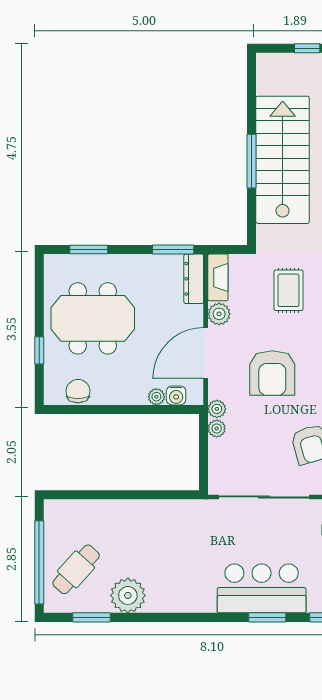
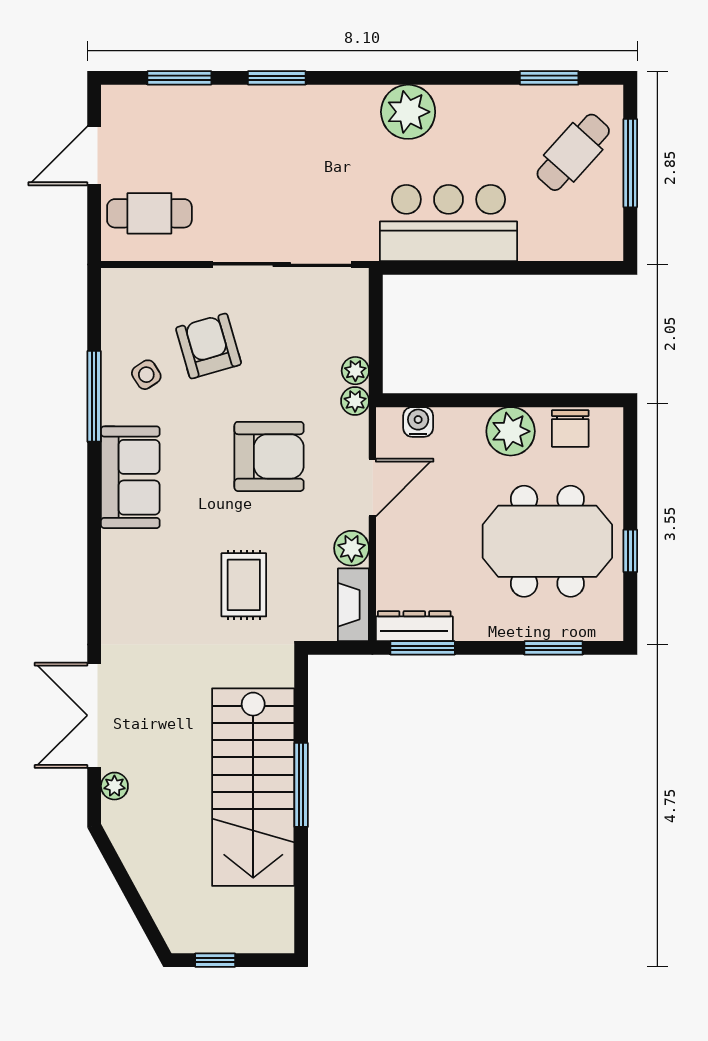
dresser: (194, 279) -> (414, 626), moved, turned -90
window: (39, 350) -> (630, 551), moved
door: (206, 353) -> (372, 488), width x0.73
armchair: (272, 373) -> (269, 456), turned 90
plant: (156, 397) -> (511, 431), moved, width x1.88, depth x1.88
window: (39, 562) -> (630, 163), width x0.68
bar counter: (262, 588) -> (448, 223), moved, turned 180
plant: (128, 595) -> (408, 112), moved

